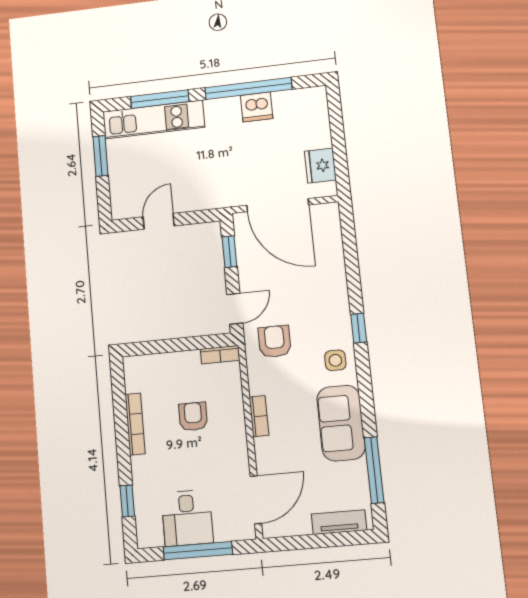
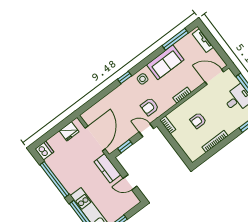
dishwasher: (257, 107) -> (44, 151), moved
kitchen counter: (209, 195) -> (107, 168), added

